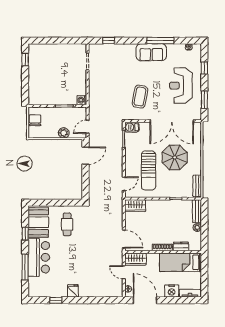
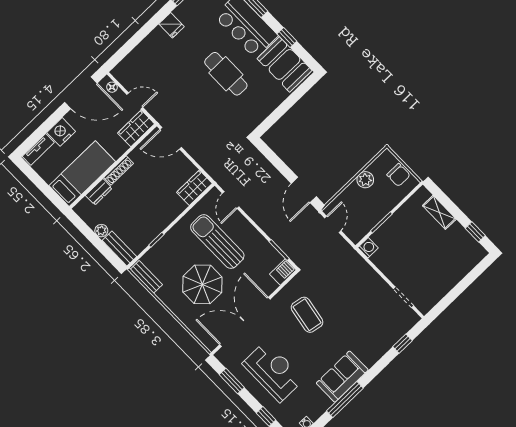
shelving: (33, 85) -> (439, 212), added
plant: (64, 133) -> (365, 180), moved
cafe table: (67, 224) -> (226, 74), moved, width x1.37, depth x1.35

